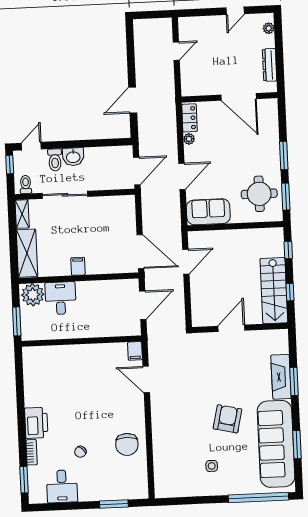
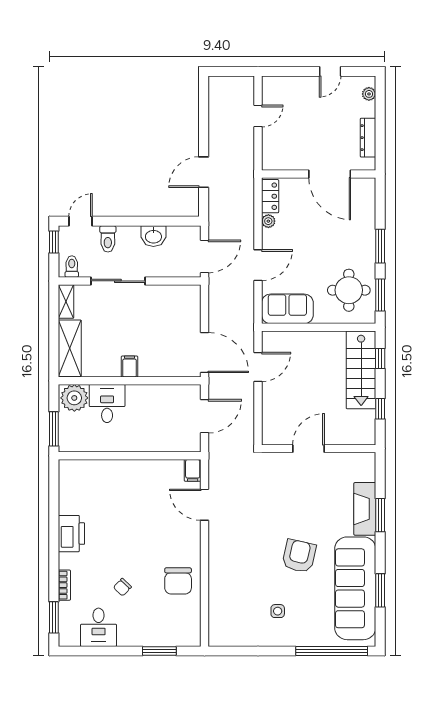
washbasin: (73, 157) -> (153, 236), moved
stairs: (274, 291) -> (361, 370), moved
printer: (36, 423) -> (71, 534), moved

